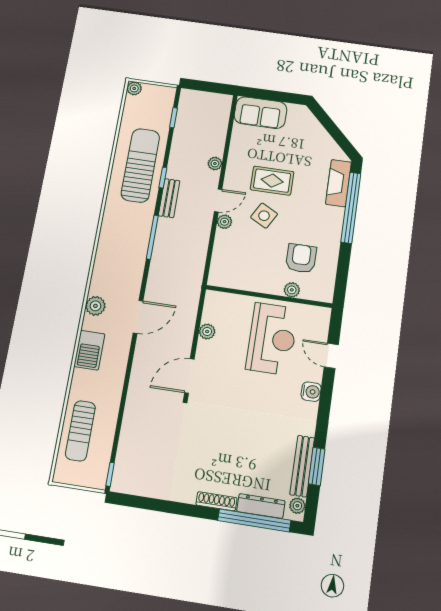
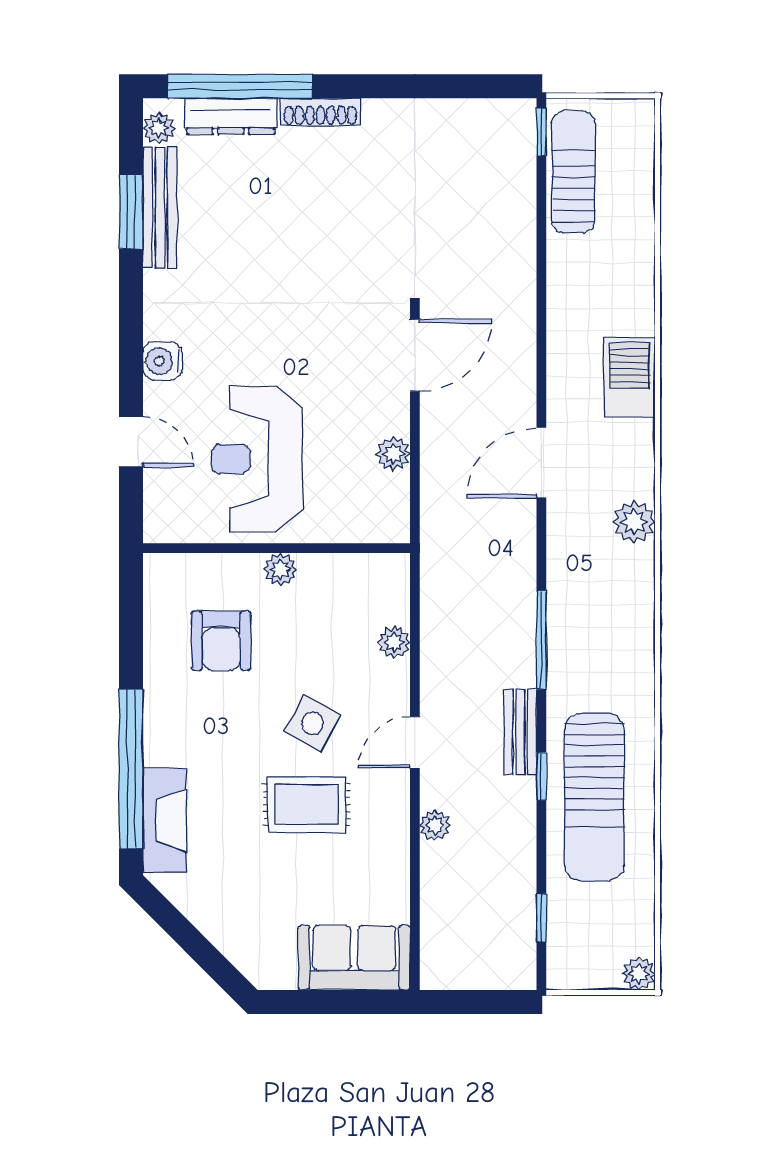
plant: (224, 222) -> (394, 642), moved
plant: (292, 290) -> (280, 569), moved
plant: (95, 306) -> (634, 522), moved
sun lounger: (80, 431) -> (573, 172), moved

